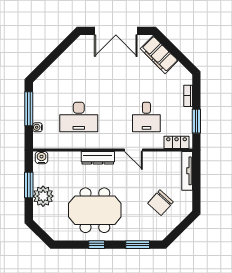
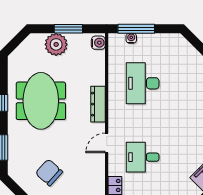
window: (29, 109) -> (136, 29), moved

